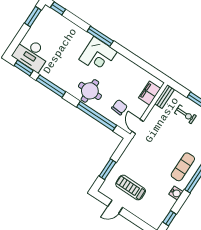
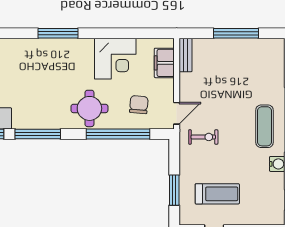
corner desk: (98, 56) -> (115, 59), moved
exercise bike: (185, 114) -> (203, 137), moved
door: (138, 126) -> (177, 113), swing flipped
treadmill: (131, 188) -> (217, 194), turned 180

